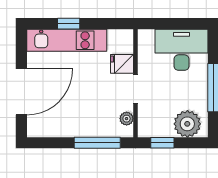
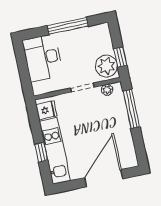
fridge: (122, 64) -> (46, 110), moved, turned -90
door: (21, 92) -> (104, 178), hinge flipped
plant: (187, 124) -> (106, 66), moved

